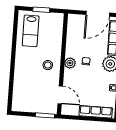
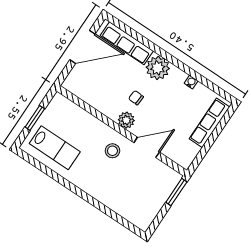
door: (98, 14) -> (83, 47), hinge flipped
door: (60, 95) -> (147, 147), moved

